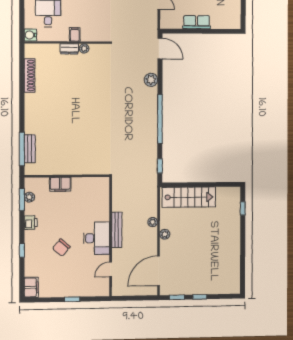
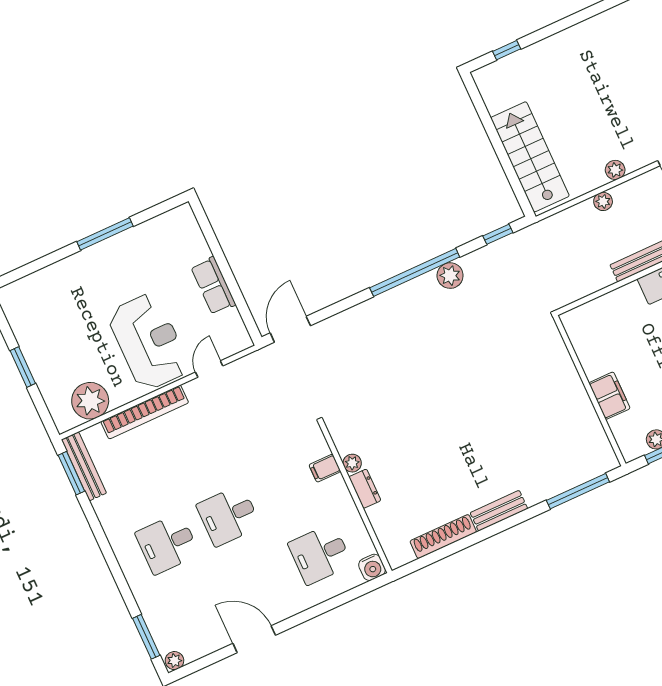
filing cabinet: (75, 34) -> (325, 468), moved
plant: (151, 80) -> (450, 276), moved
bench: (30, 149) -> (499, 511), moved

